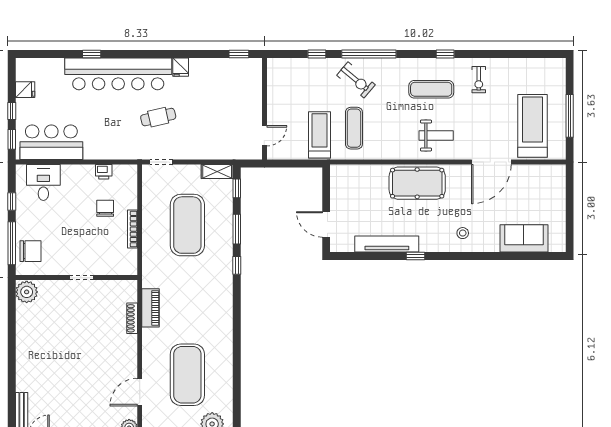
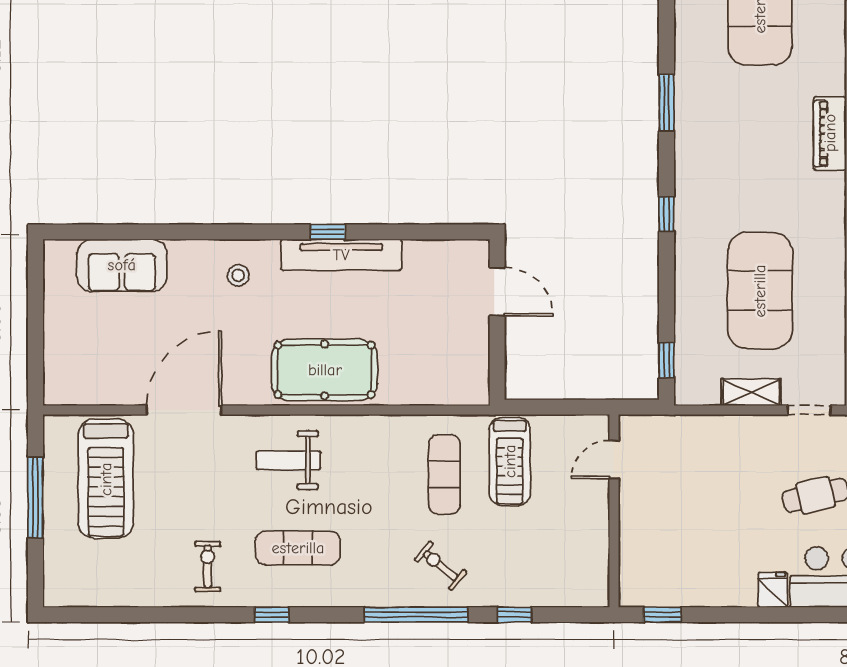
exercise bike: (356, 80) -> (440, 566), width x0.73, depth x0.72
shelving: (217, 171) -> (751, 392), moved
window: (237, 229) -> (667, 103), moved
tv unit: (387, 244) -> (341, 255), moved

